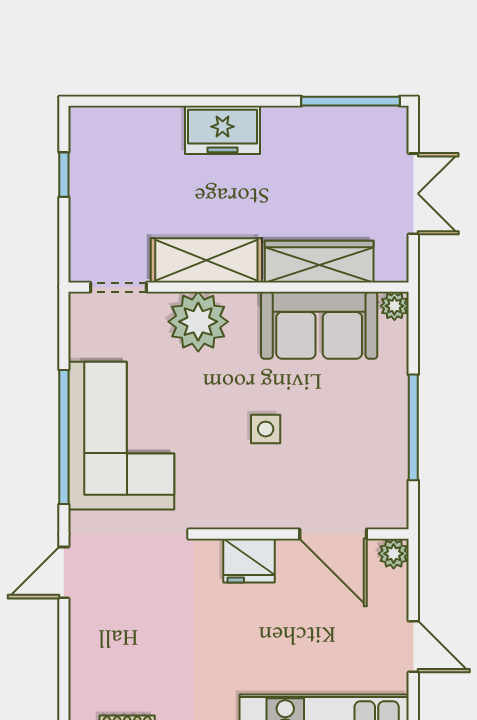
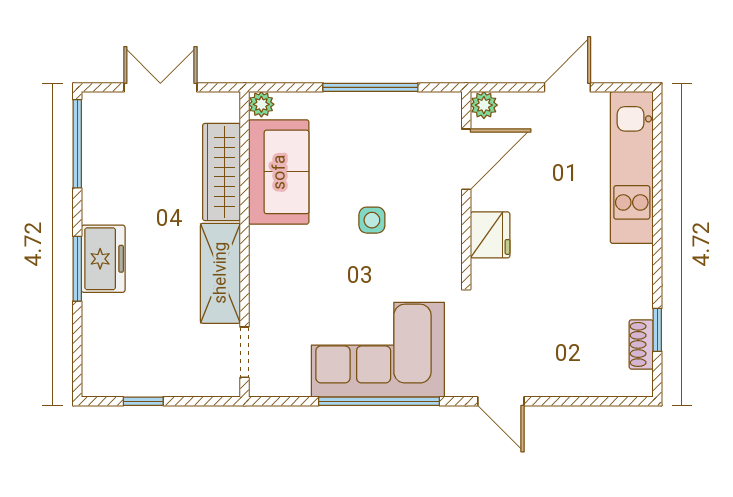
window: (212, 101) -> (77, 269), added
plant: (198, 322) -> (275, 281), removed

